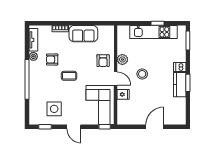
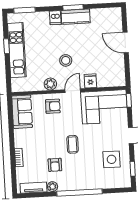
sofa: (83, 34) -> (22, 112), moved

